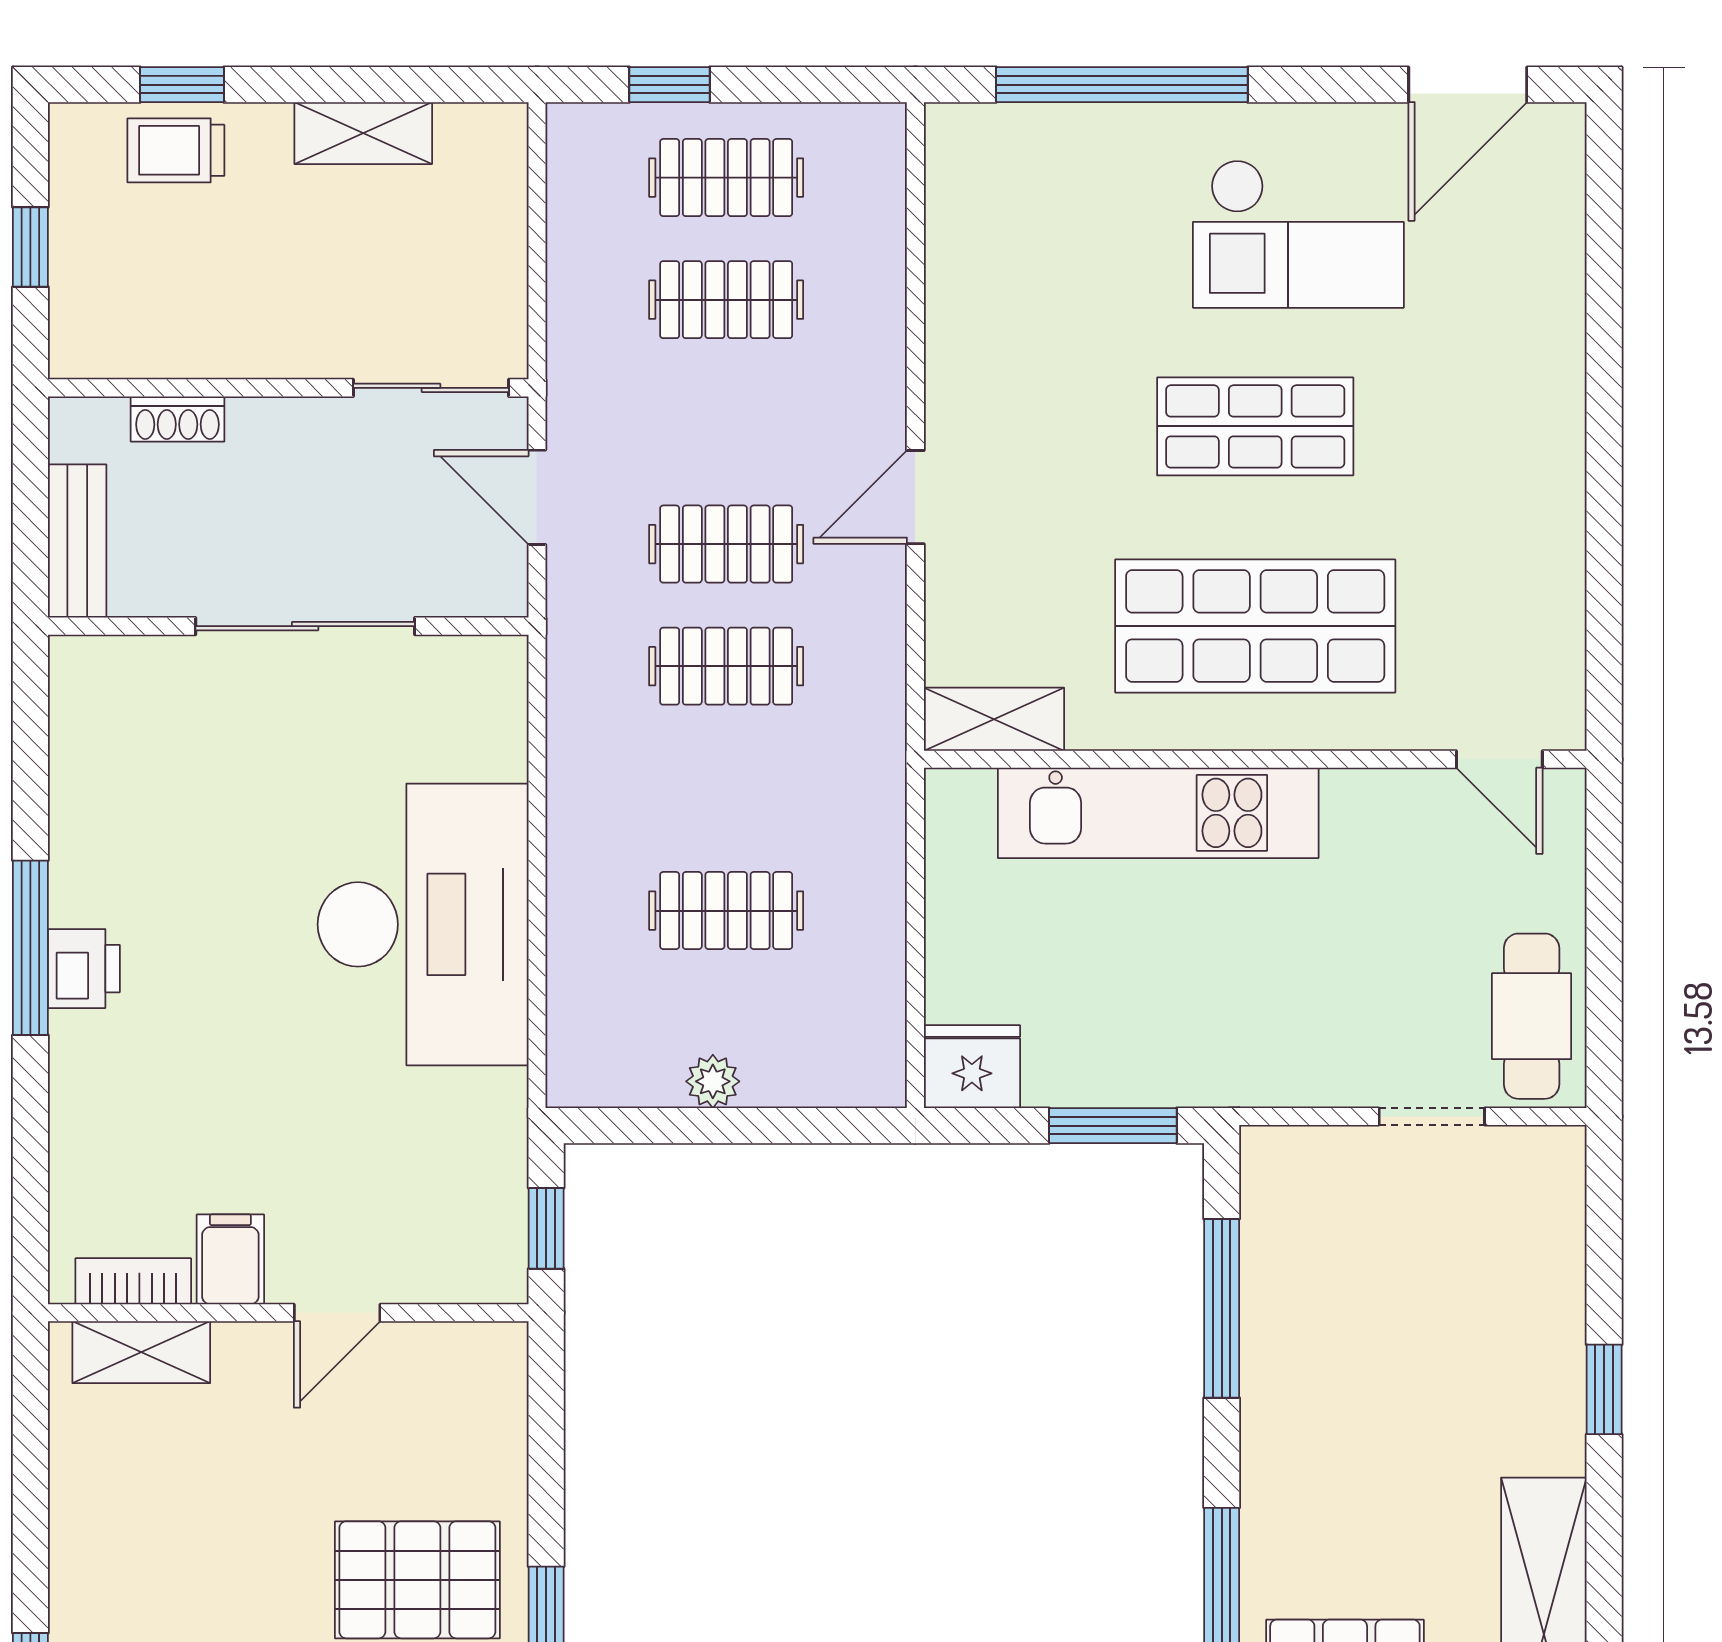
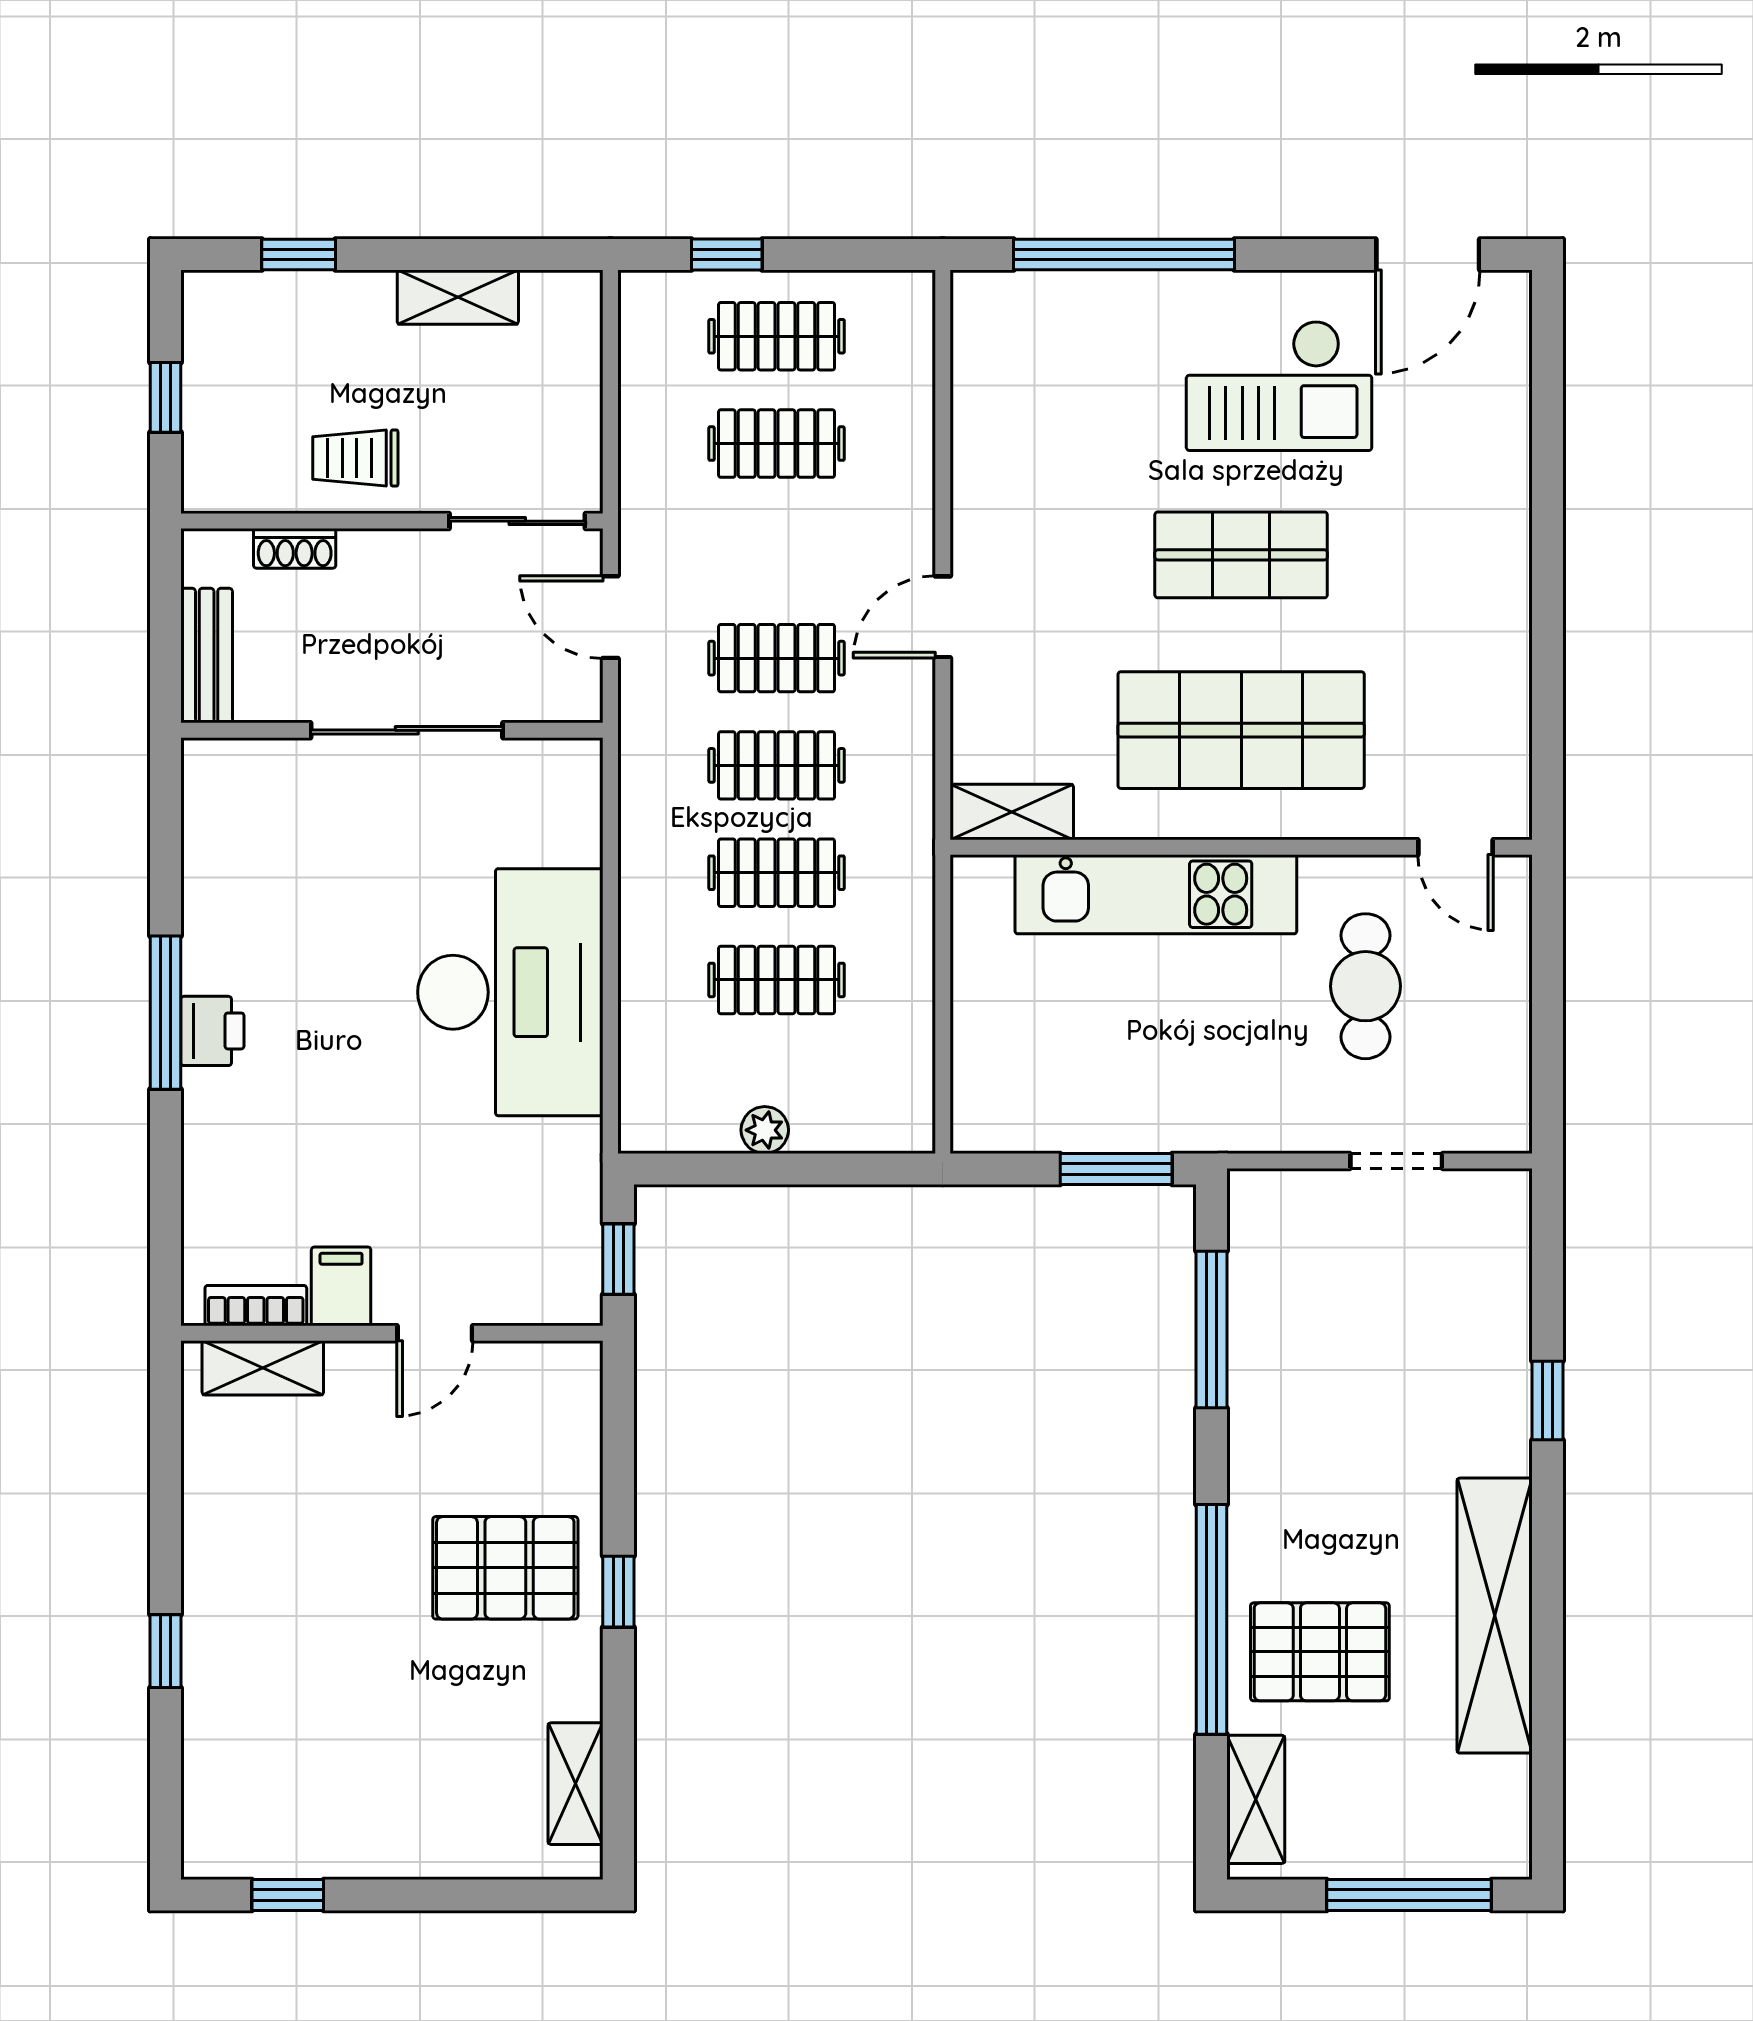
trolley: (176, 150) -> (355, 458), moved
clothes rail: (726, 788) -> (777, 873), added
cafe table: (1532, 1016) -> (1365, 986), moved
fridge: (972, 1067) -> (992, 1117), removed

